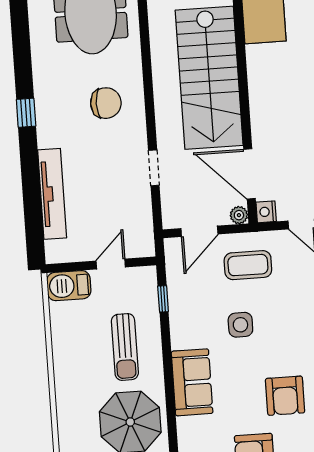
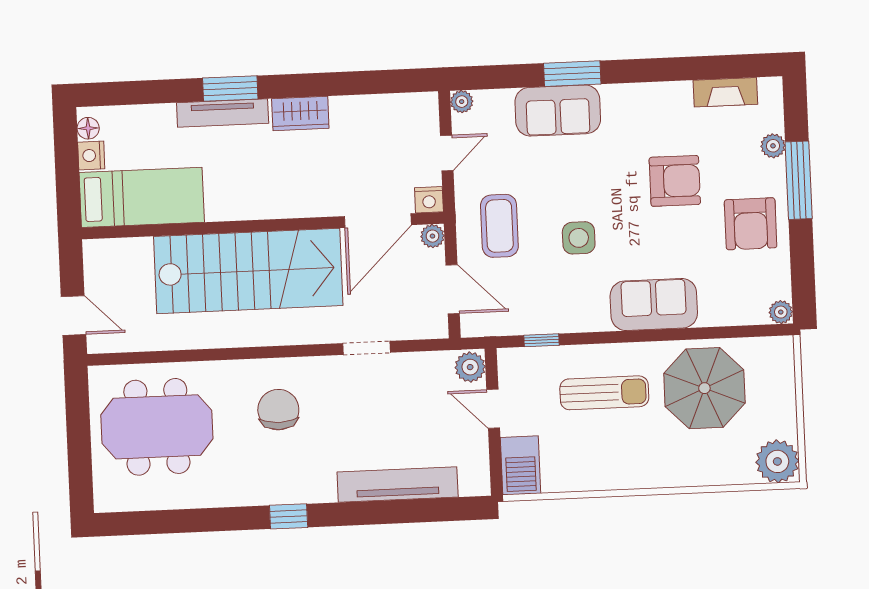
plant: (142, 246) -> (470, 367), added

